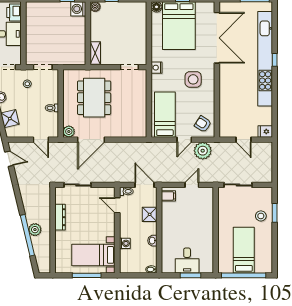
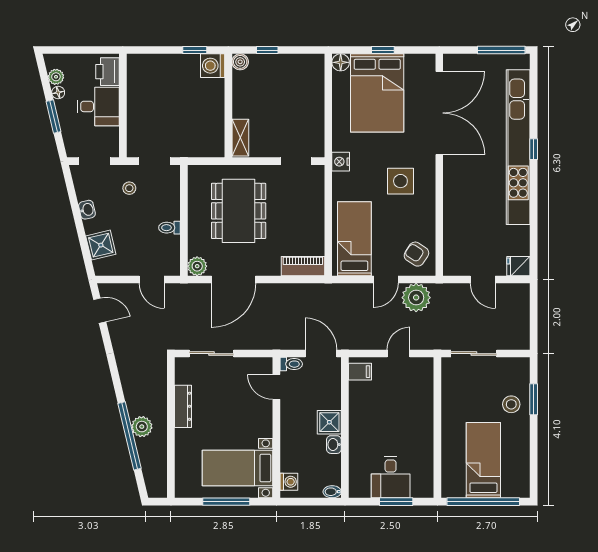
piano: (133, 131) -> (303, 266), added
shower: (150, 214) -> (329, 422), moved
washing machine: (125, 243) -> (289, 482), moved

